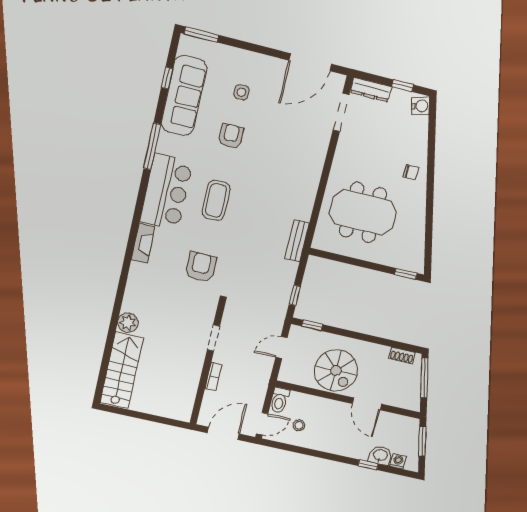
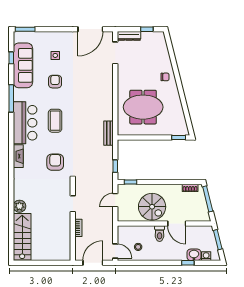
water cooler: (421, 106) -> (160, 38), removed
toilet: (280, 400) -> (160, 234), moved
door: (262, 424) -> (115, 251), hinge flipped

